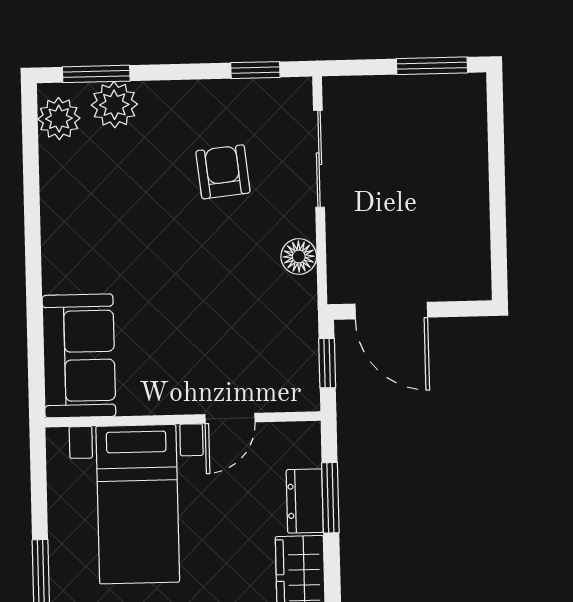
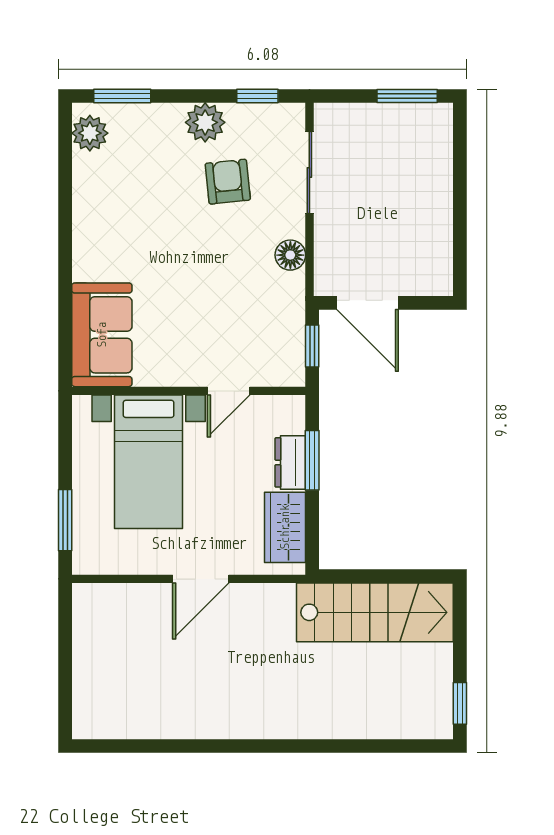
plant: (114, 105) -> (205, 122), moved

